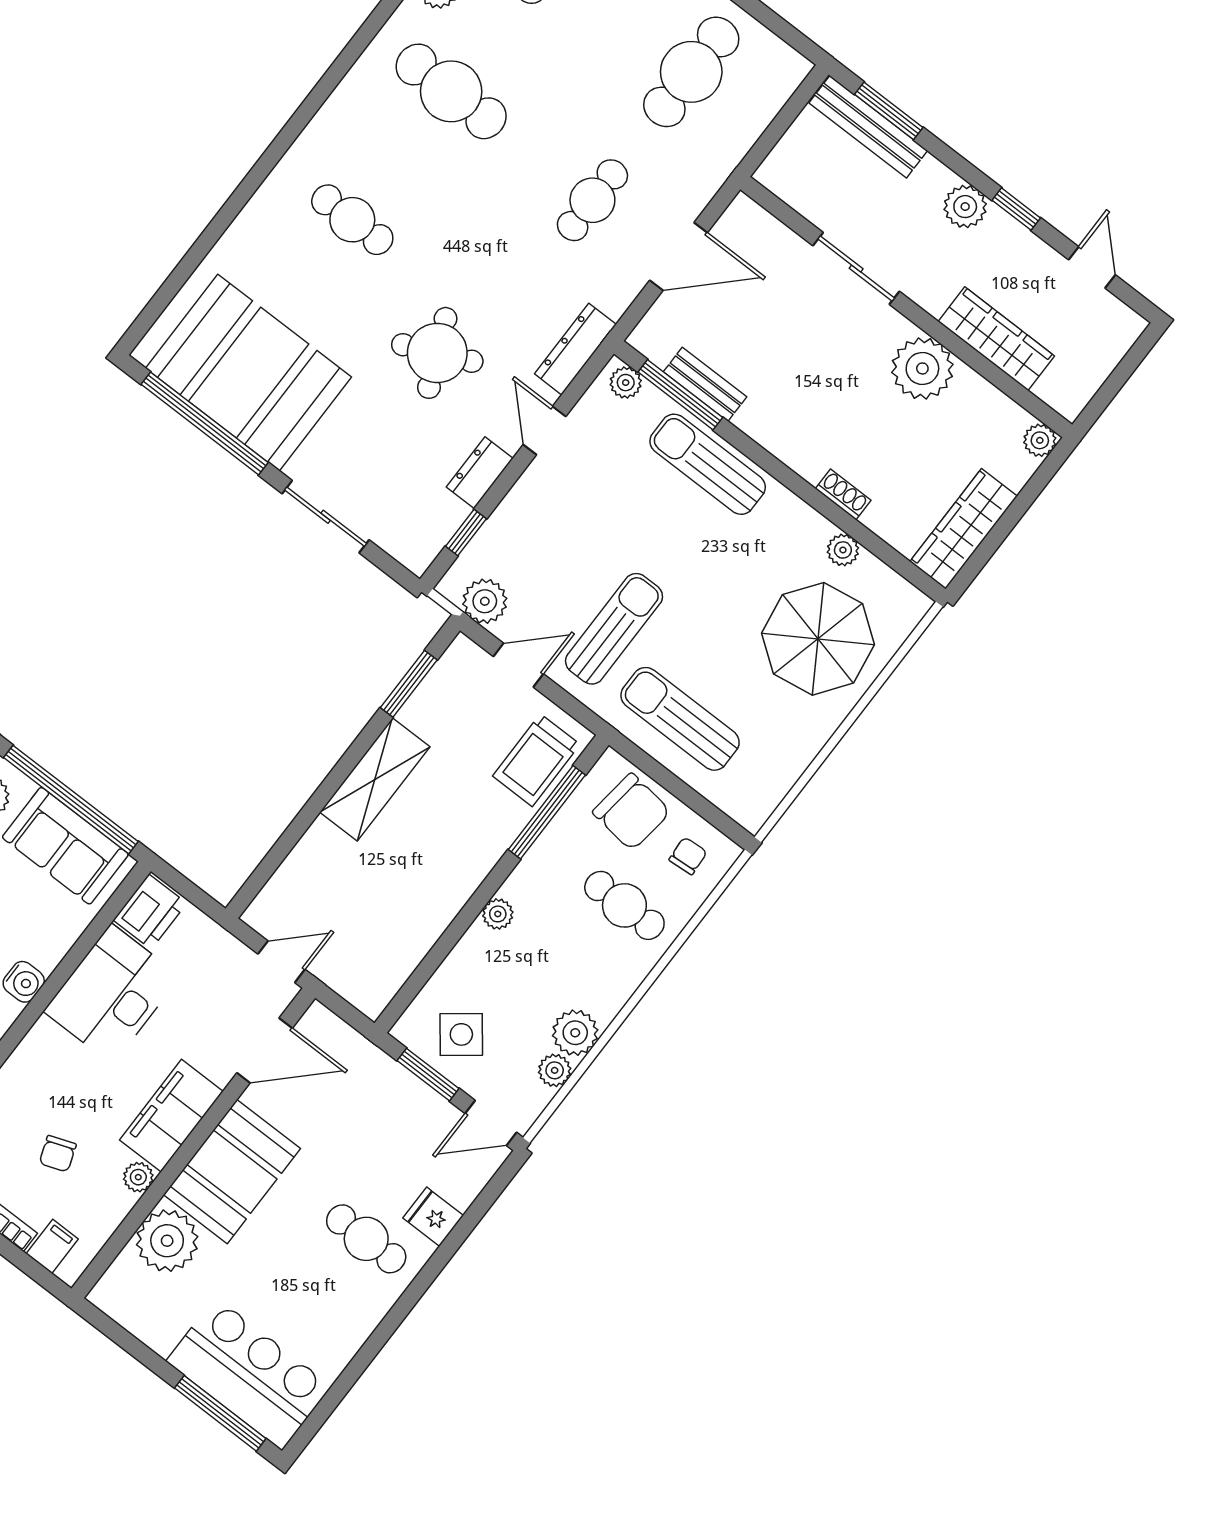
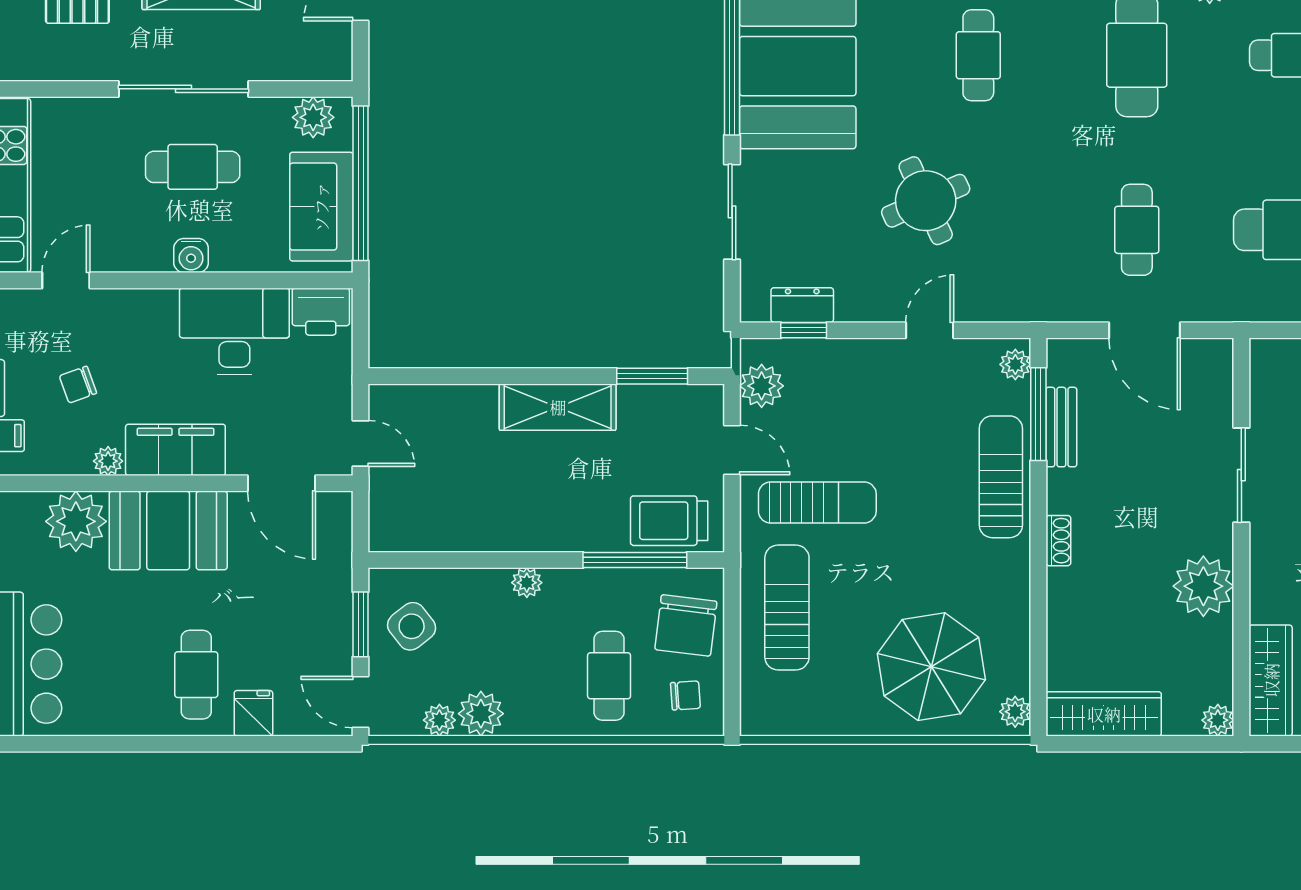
cafe table: (592, 200) -> (1137, 230), turned 90
wardrobe: (996, 339) -> (1271, 680), moved
dresser: (575, 349) -> (1011, 305), removed
dresser: (480, 473) -> (802, 305), moved
shoe rack: (843, 494) -> (1058, 541), moved
plant: (843, 550) -> (1015, 712), moved

